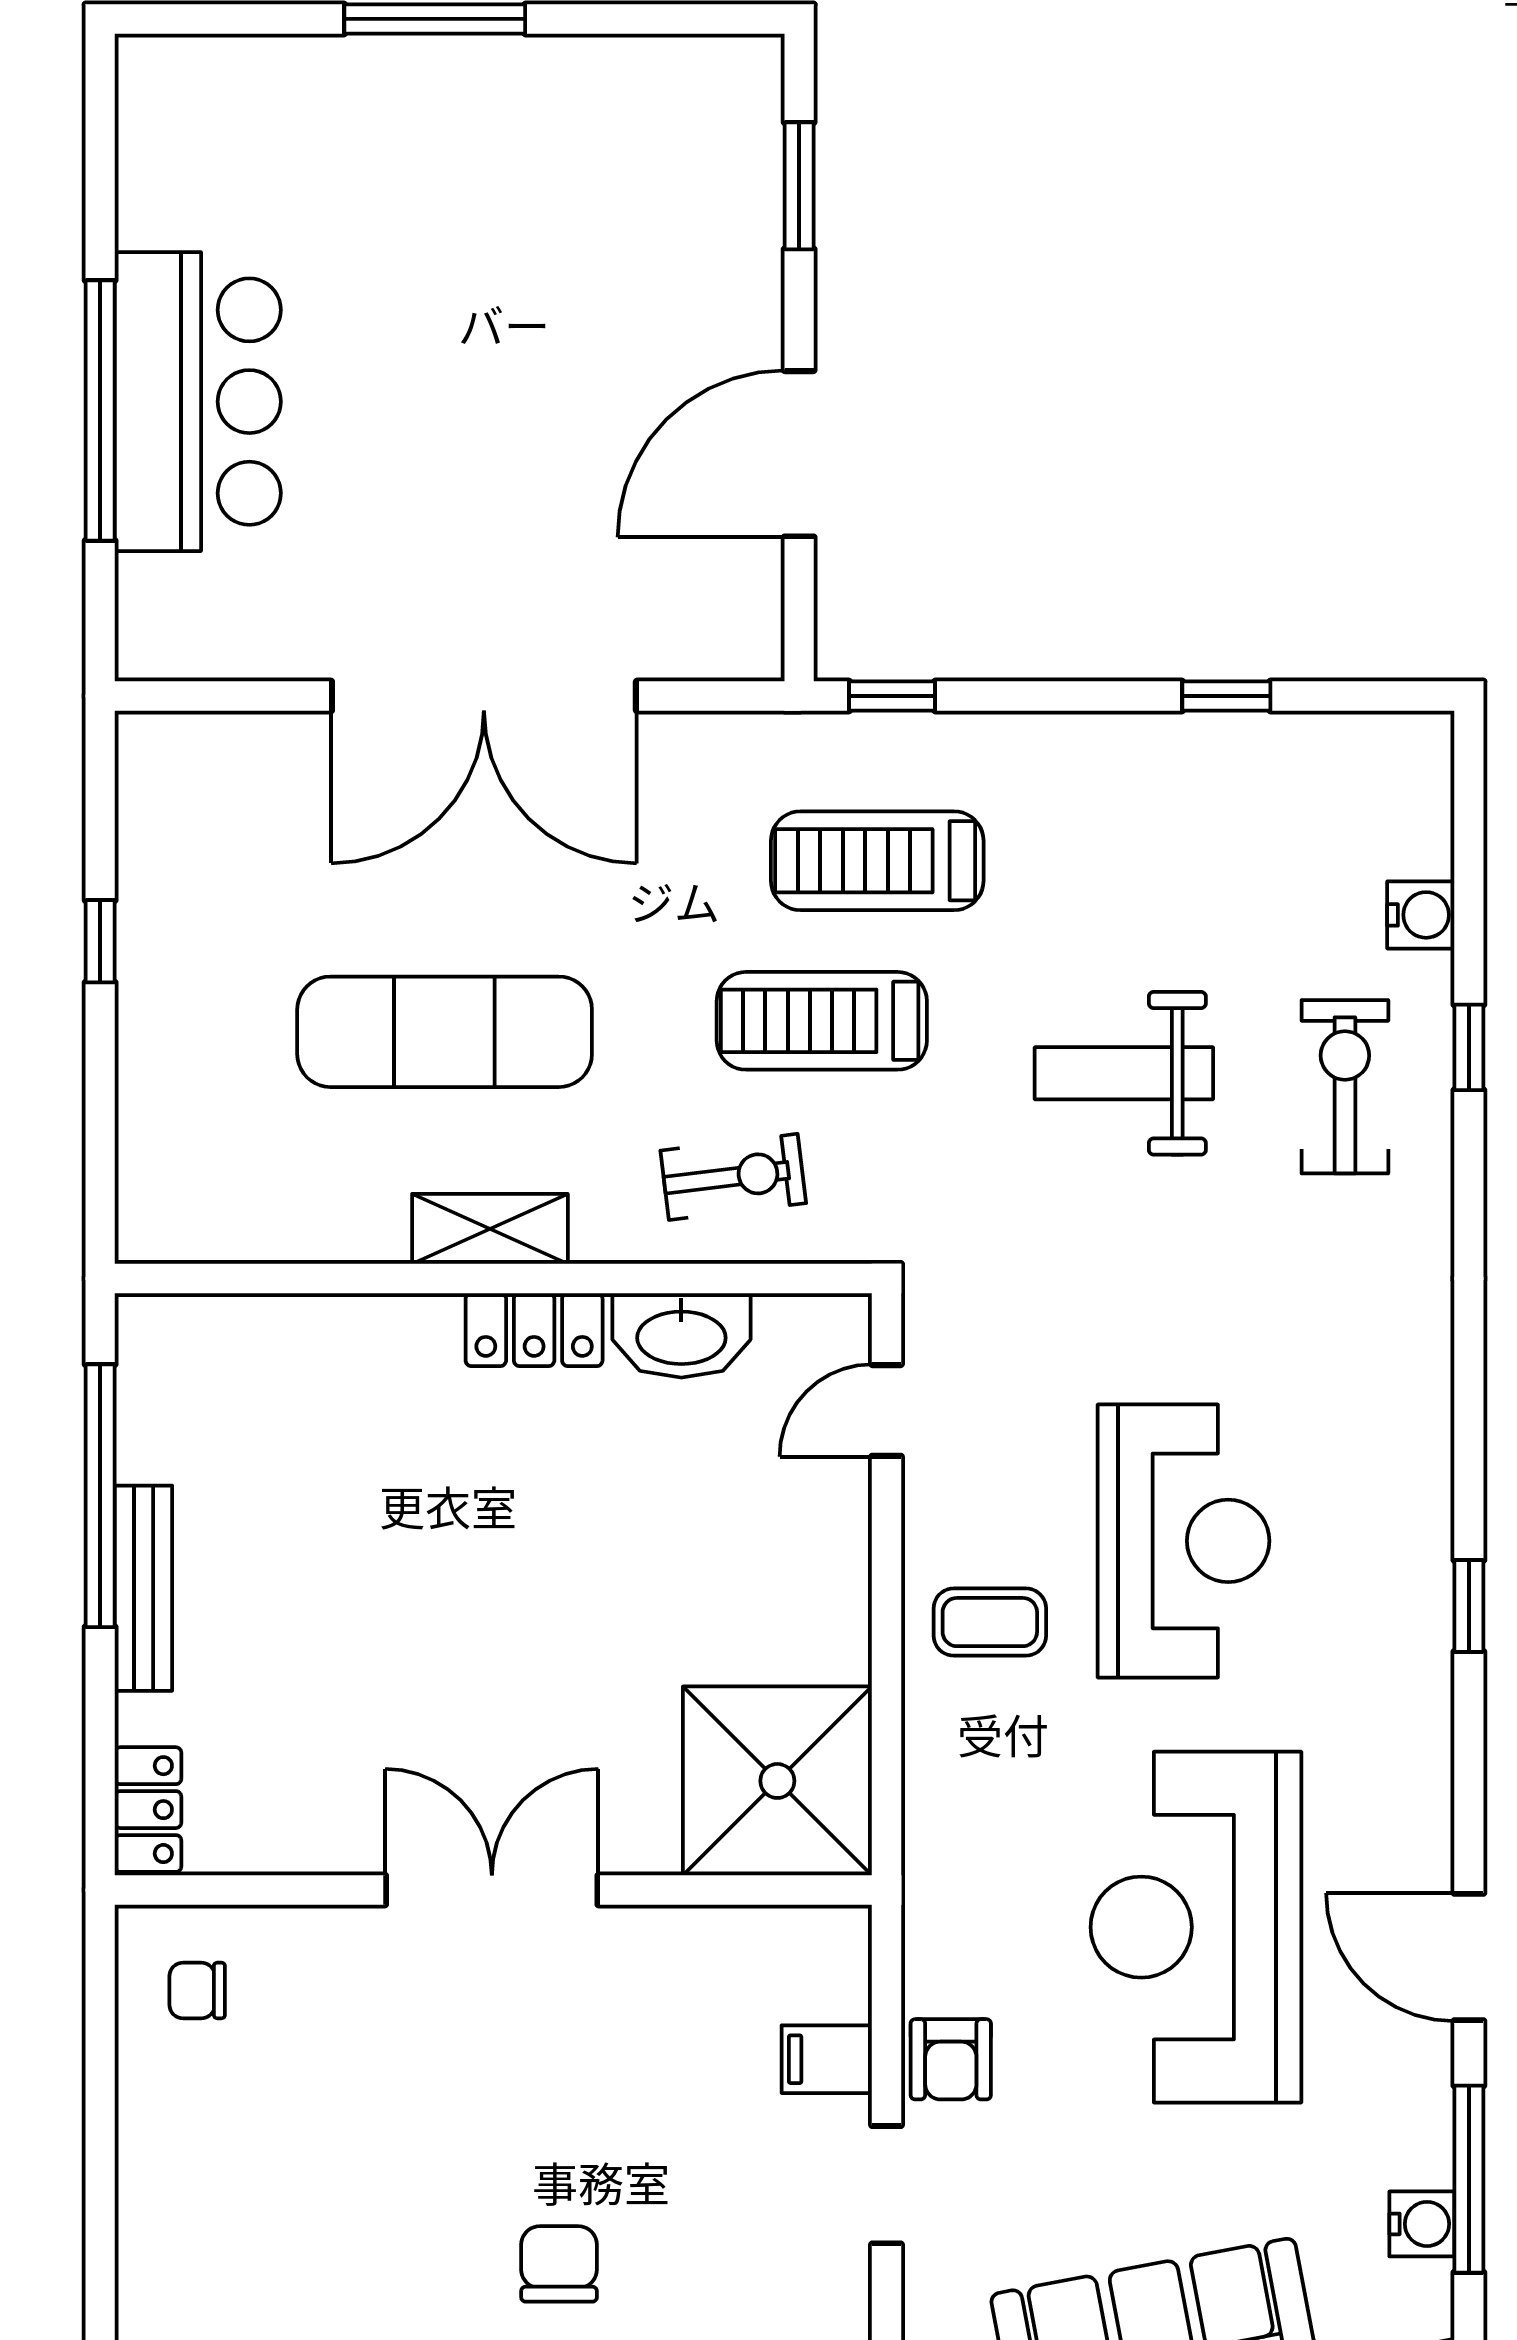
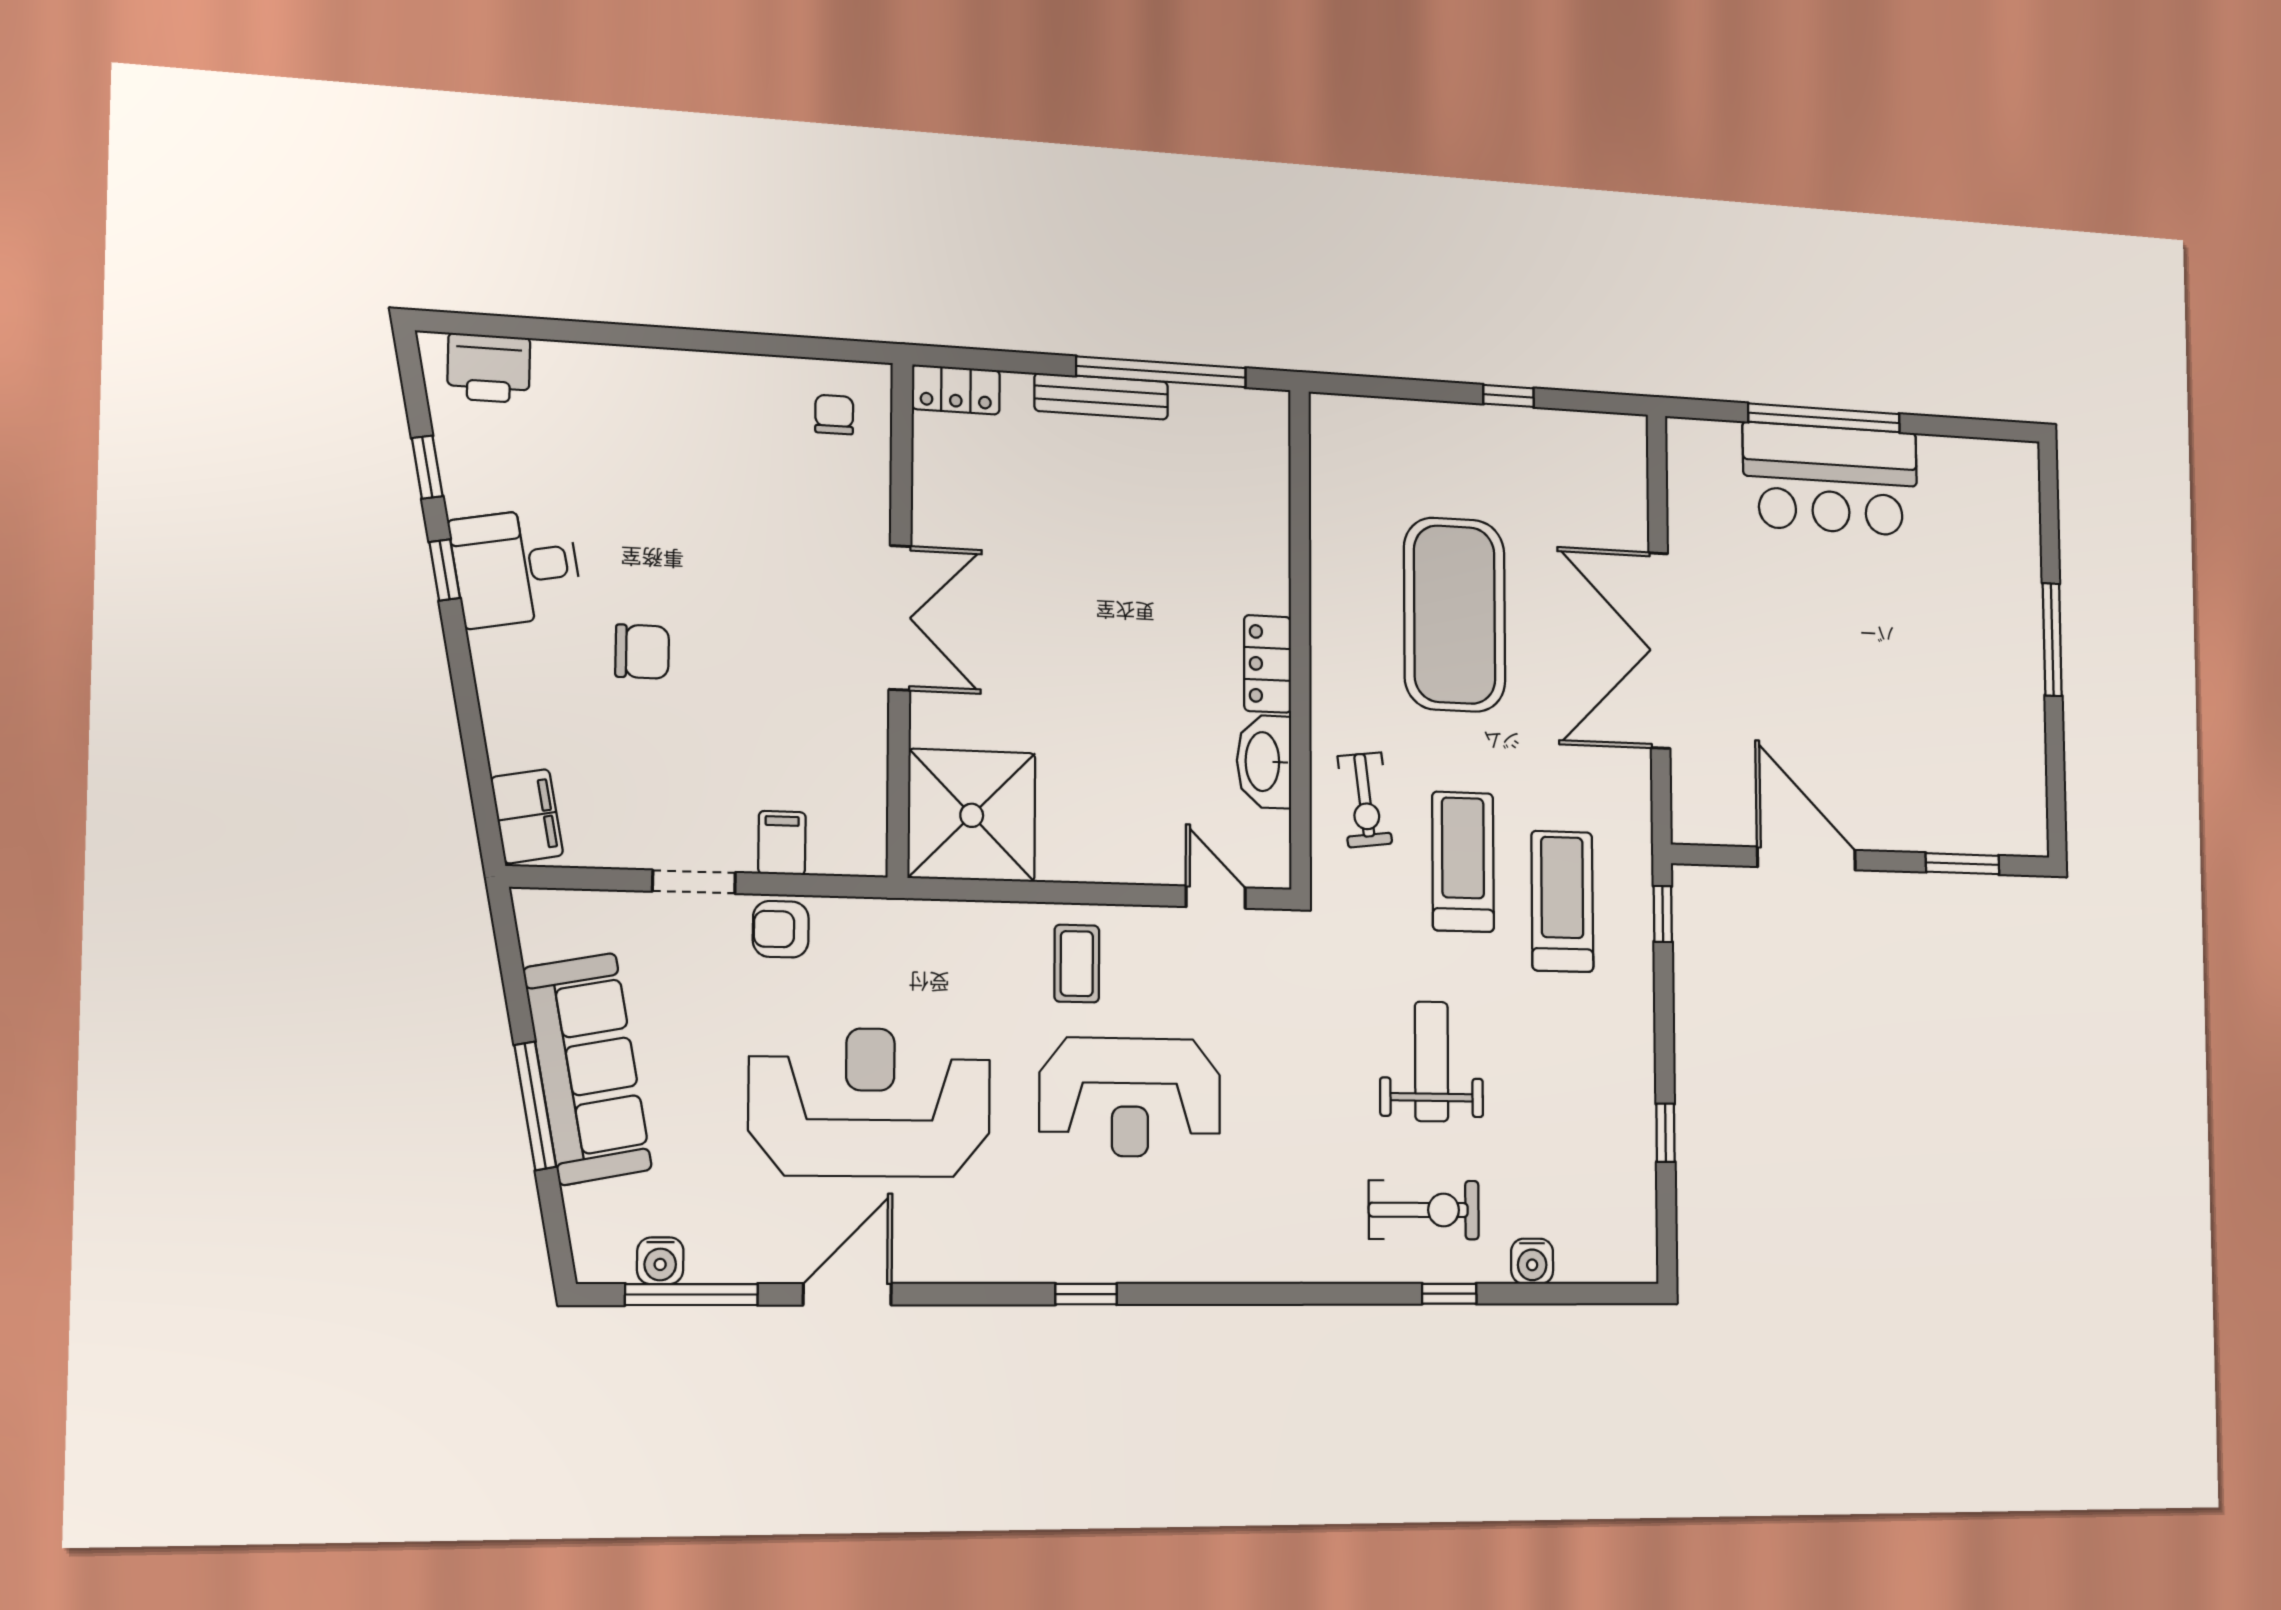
exercise mat: (445, 1032) -> (1455, 615), width x1.47
shelving: (490, 1229) -> (1331, 638), removed

